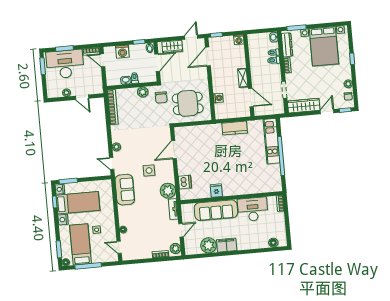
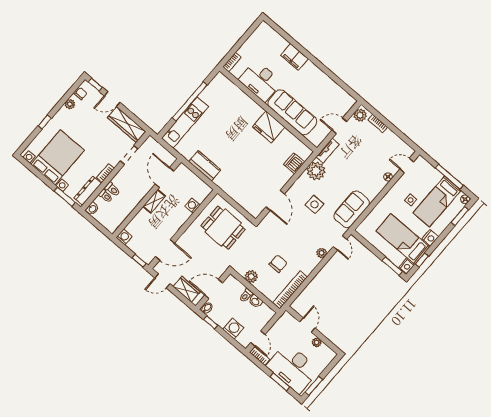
chair: (161, 97) -> (278, 264), moved
door: (174, 150) -> (275, 200), hinge flipped
fridge: (216, 191) -> (269, 127), width x1.88, depth x1.34
floor lamp: (273, 243) -> (272, 35), removed
plant: (209, 245) -> (329, 89), removed
filing cabinet: (227, 245) -> (294, 57), moved
door: (119, 247) -> (407, 165), swing flipped

